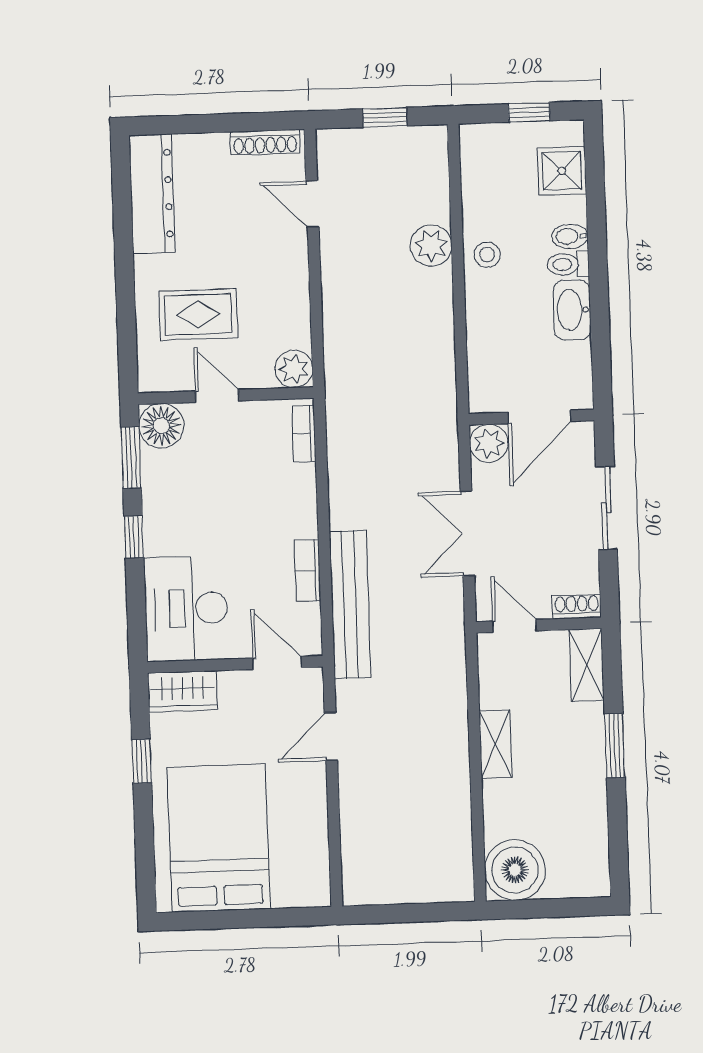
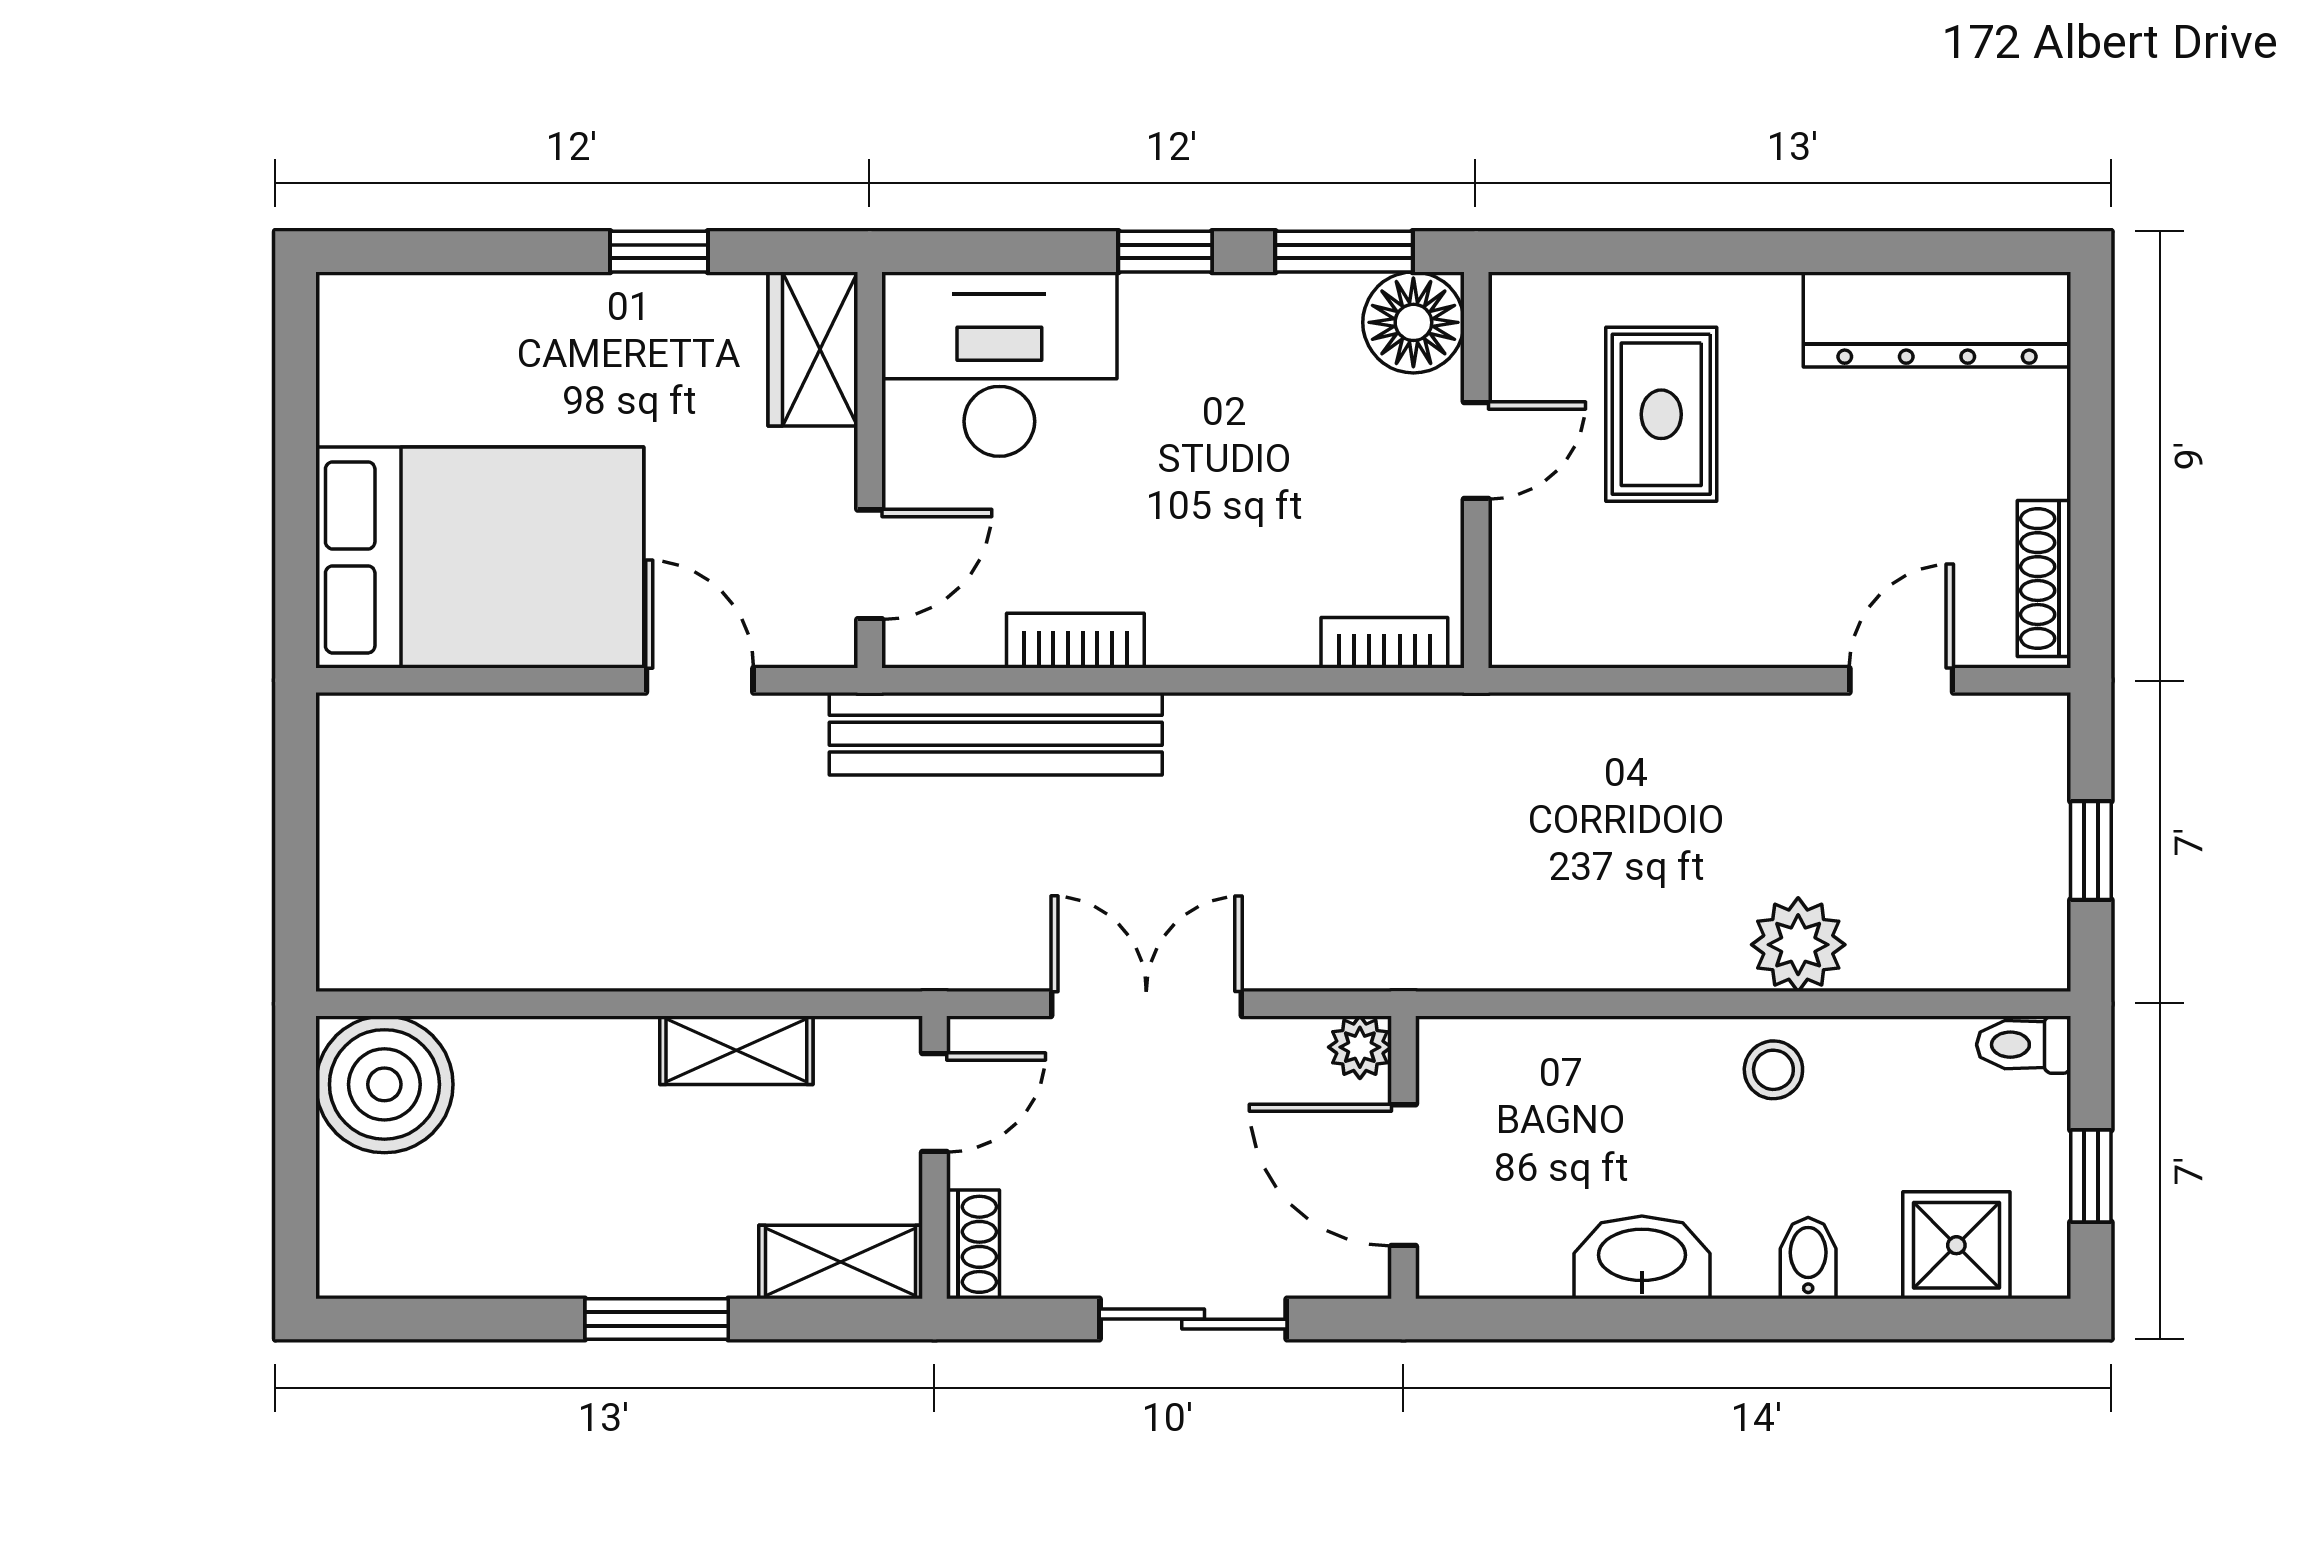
toilet: (568, 264) -> (2024, 1045), moved, turned -90
plant: (294, 369) -> (1531, 626), removed
plant: (489, 443) -> (1360, 1047), width x0.73, depth x0.73
shelving: (495, 744) -> (736, 1050), moved
bed: (219, 838) -> (480, 557), moved

